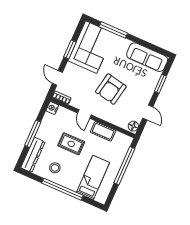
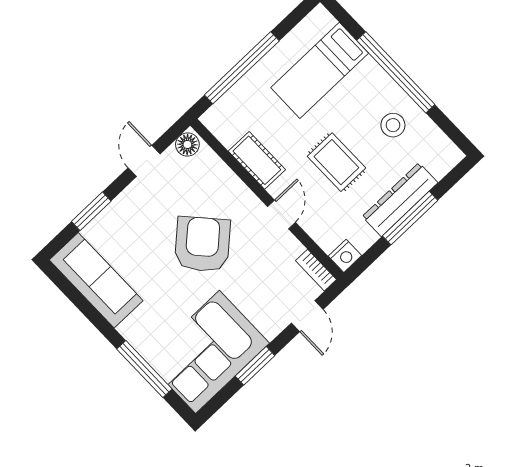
armchair: (111, 89) -> (202, 244), turned -53
dresser: (33, 155) -> (400, 200), moved

